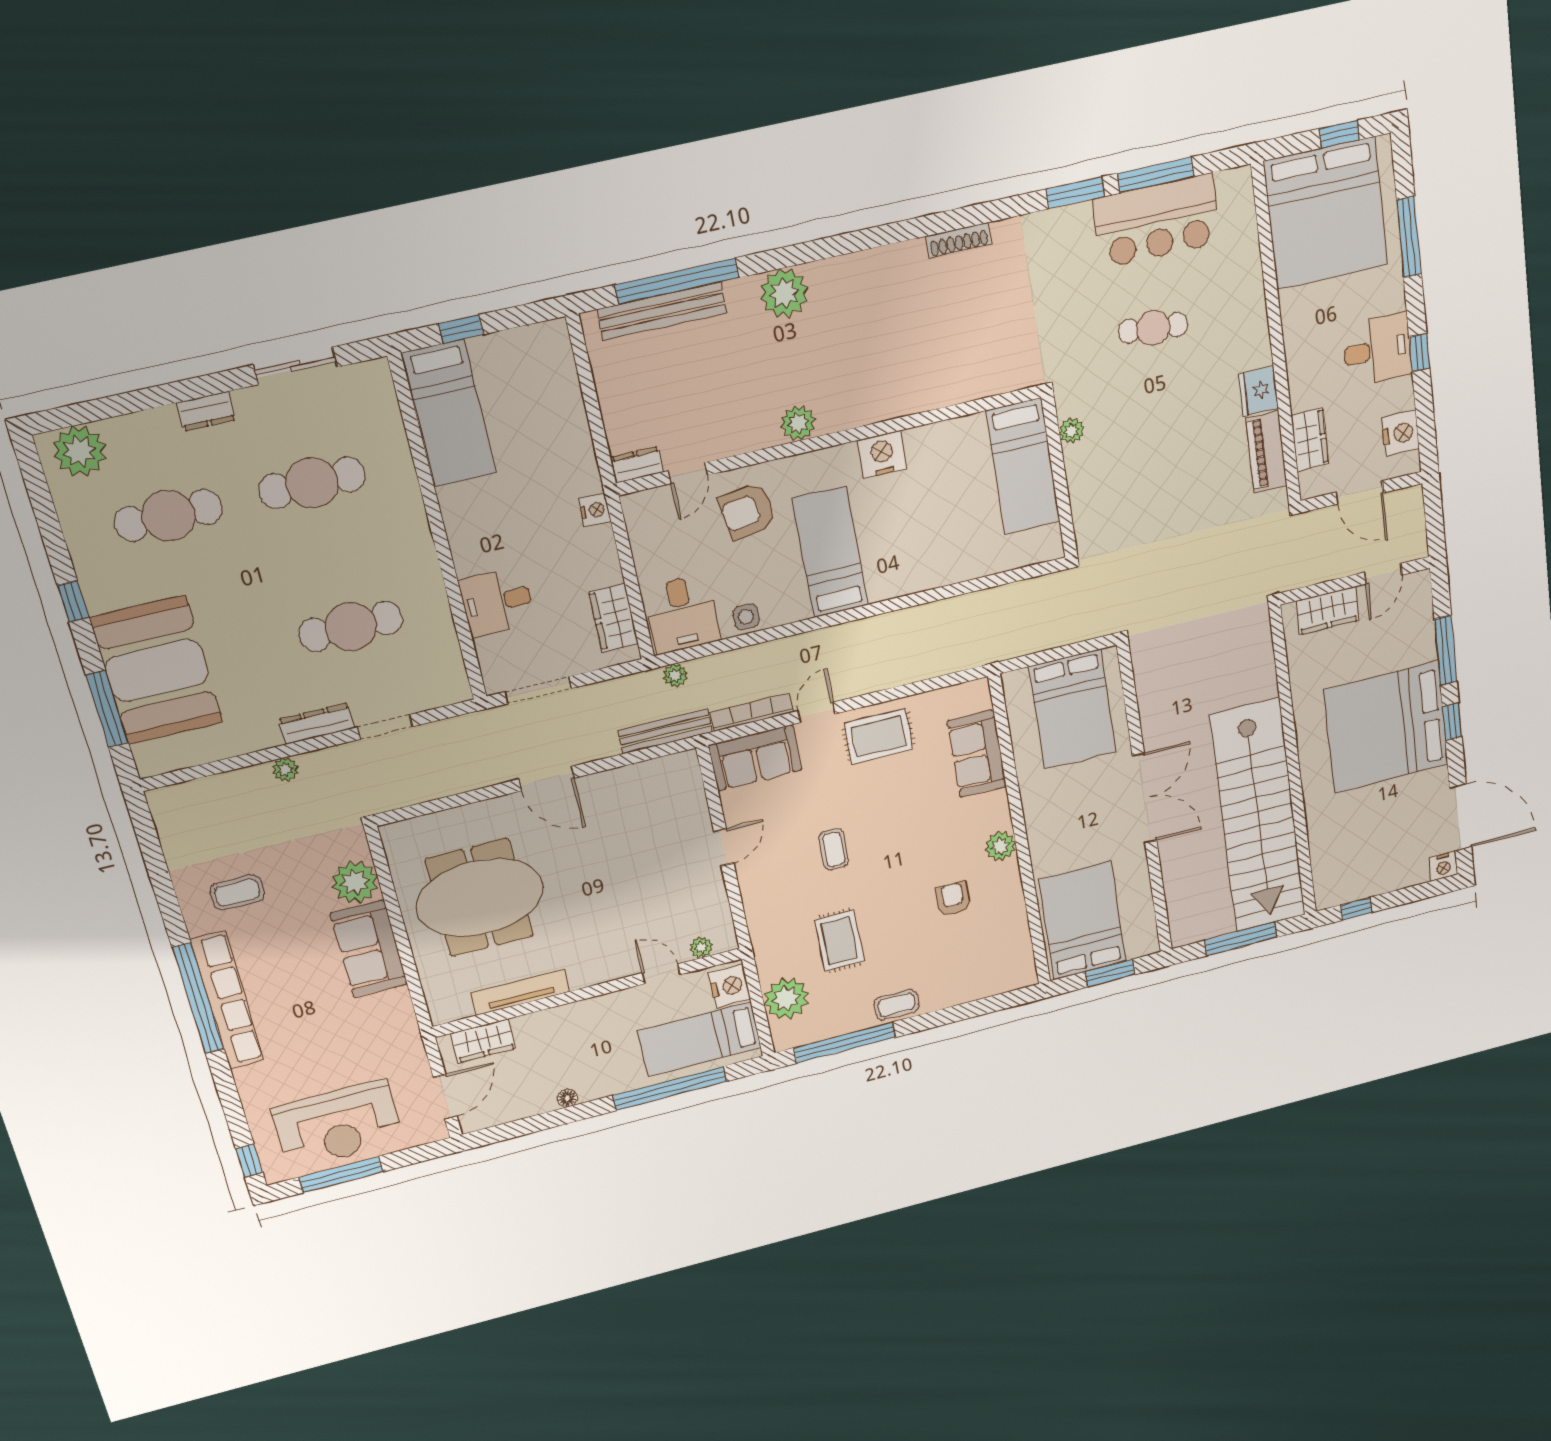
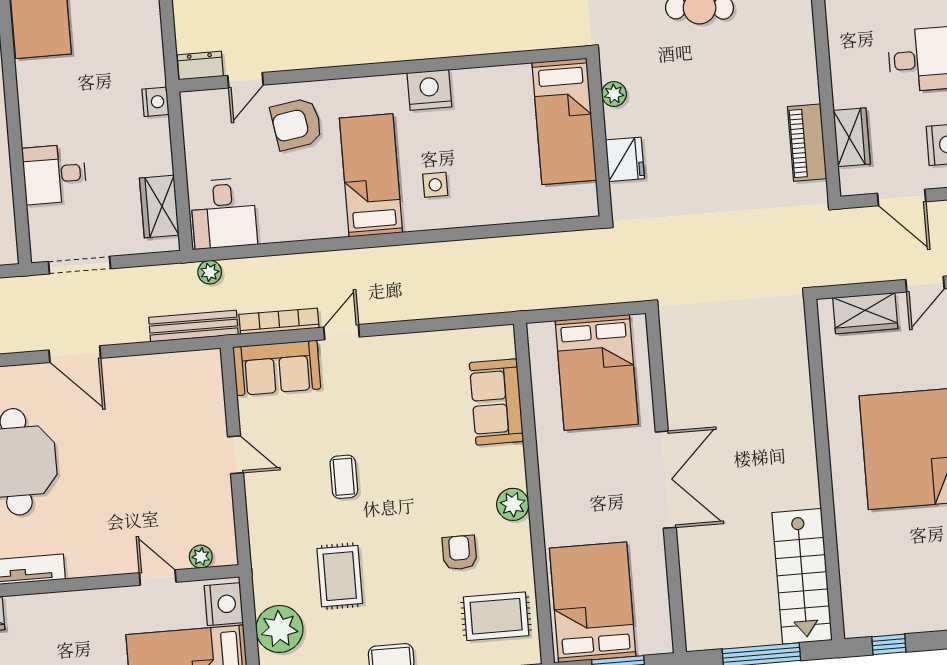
fridge: (1258, 391) -> (625, 159), moved, turned 180
plant: (798, 423) -> (353, 49), removed
side table: (746, 617) -> (435, 185), moved
rug: (879, 736) -> (496, 616), moved
stairs: (1258, 816) -> (802, 576), width x0.54, depth x0.66
door: (724, 847) -> (236, 455), hinge flipped

